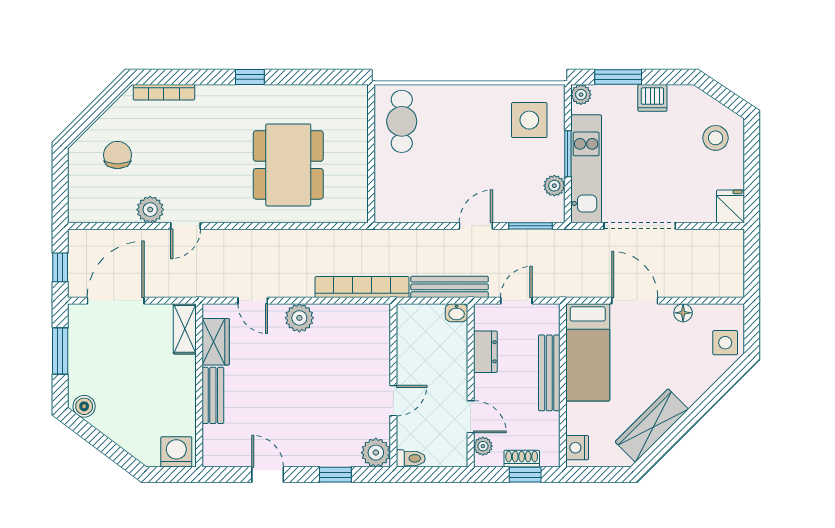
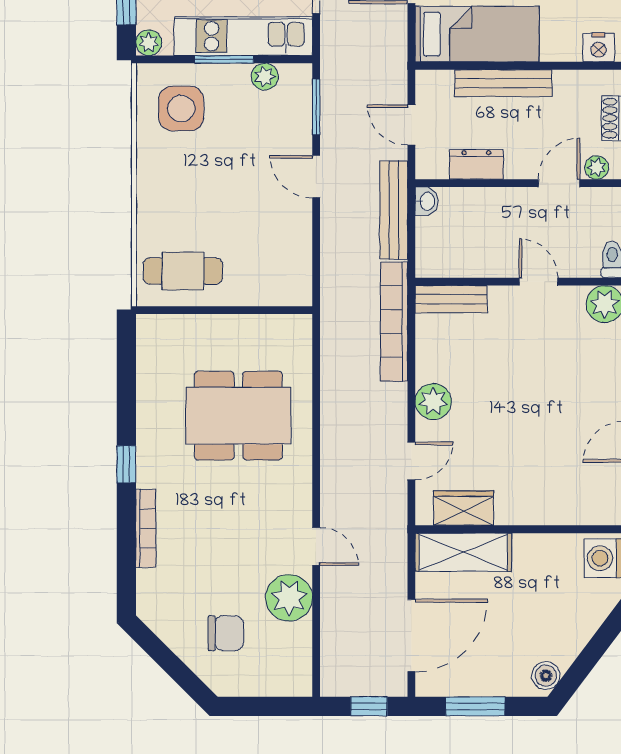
bookcase: (164, 92) -> (146, 528), moved
chair: (117, 155) -> (226, 633), turned 180
plant: (150, 210) -> (289, 598), width x1.36, depth x1.36
door: (116, 301) -> (411, 635), swing flipped
shelving: (185, 329) -> (463, 552), width x1.50, depth x1.33
bench: (213, 395) -> (451, 299), moved

